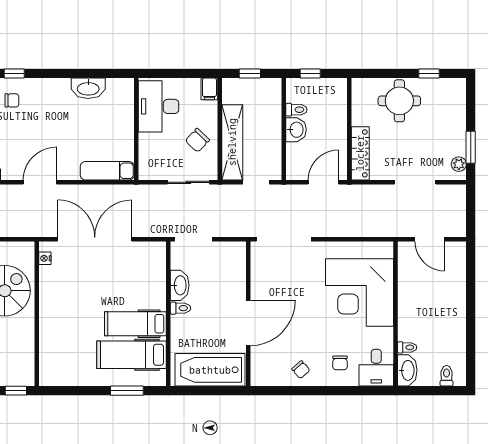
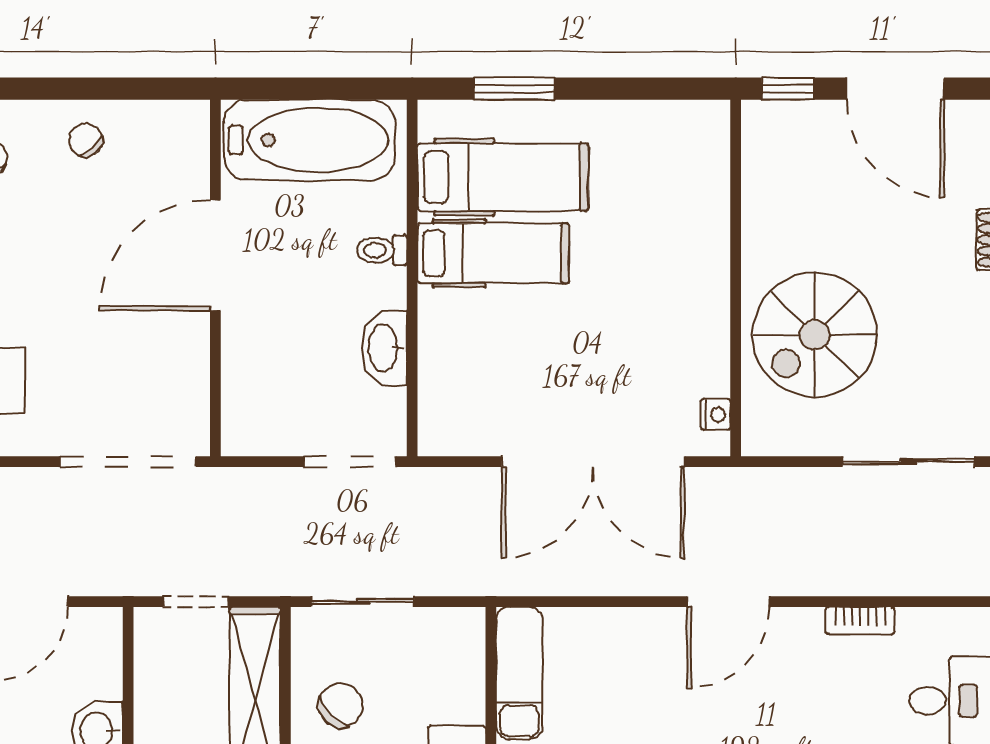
exam couch: (107, 171) -> (519, 673), moved, turned -90
toilet: (180, 308) -> (382, 250), moved

